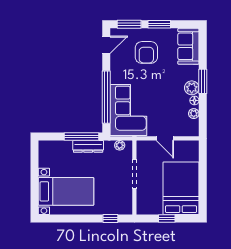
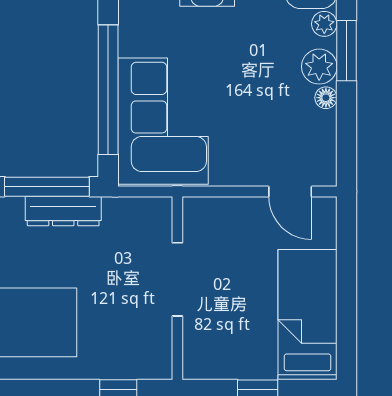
plant: (194, 114) -> (324, 24), moved
door: (165, 138) -> (290, 191), moved
plant: (120, 145) -> (141, 208), removed
bed: (181, 188) -> (308, 315), width x0.67

